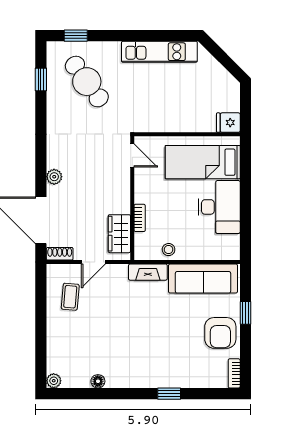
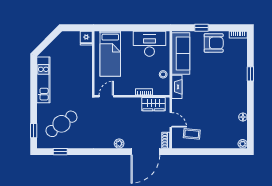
desk: (219, 207) -> (149, 44), moved

